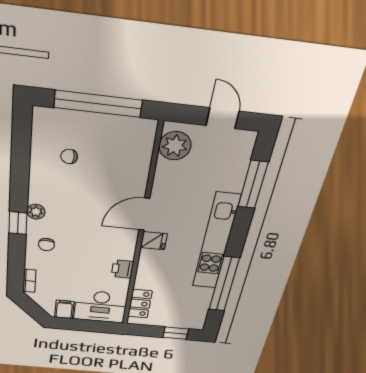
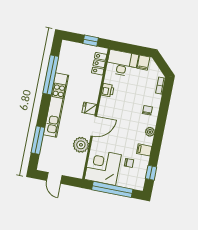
corner desk: (122, 146) -> (103, 167), added
plant: (175, 146) -> (81, 145), moved
filing cabinet: (42, 181) -> (144, 150), added
window: (18, 223) -> (151, 173), moved
window: (176, 333) -> (91, 41), moved

